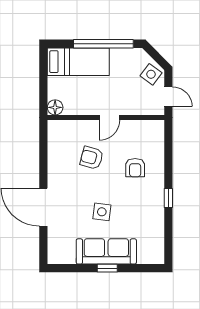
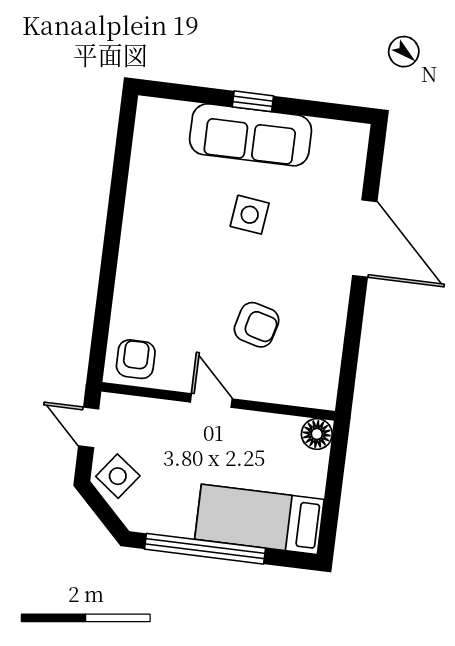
door: (109, 117) -> (211, 400), hinge flipped
armchair: (135, 168) -> (136, 359), moved
window: (168, 198) -> (114, 226), removed

